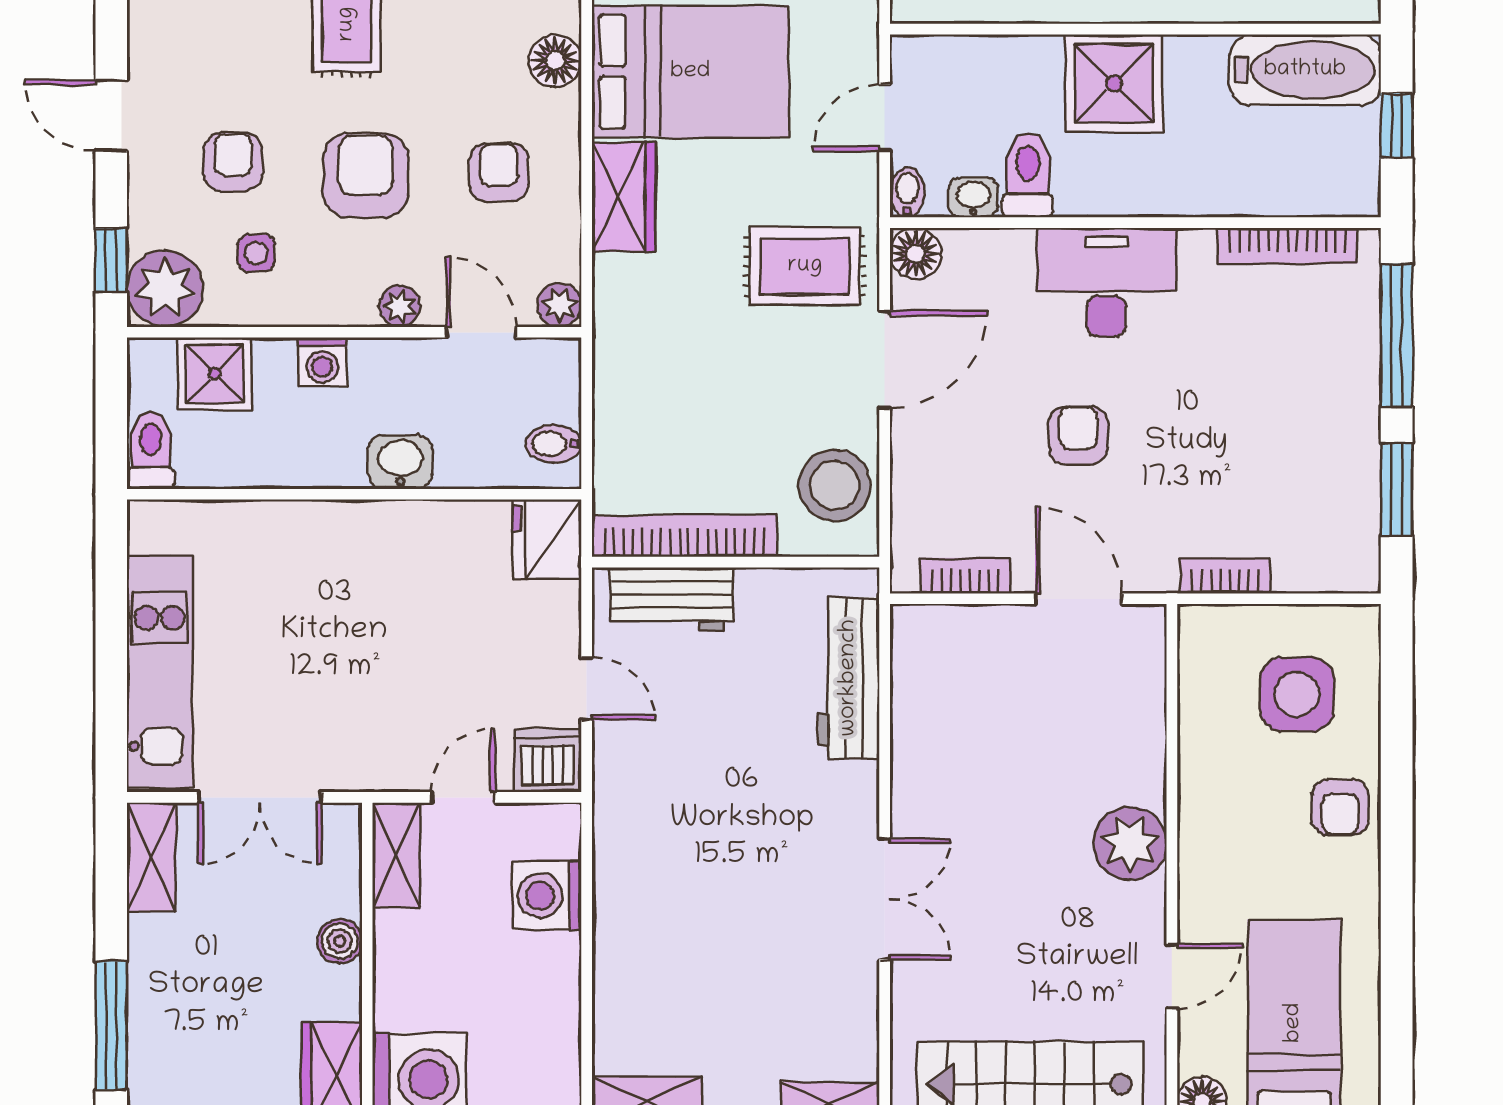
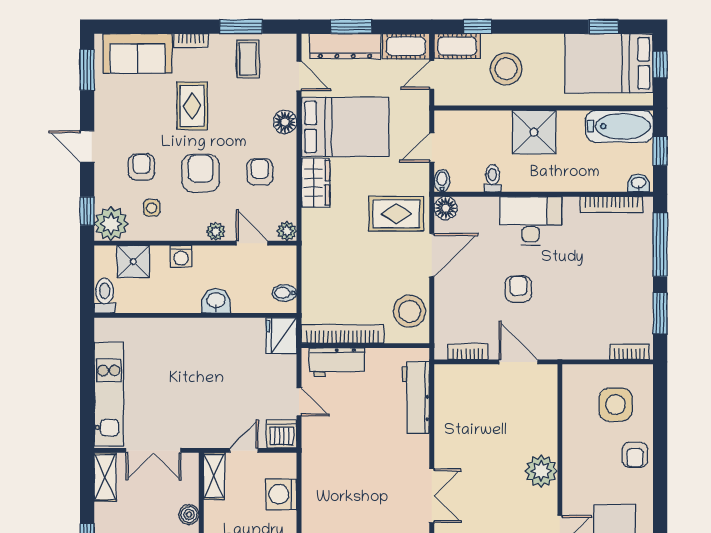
toilet: (1028, 175) -> (493, 178), width x0.73, depth x0.72
washbasin: (973, 197) -> (639, 183), moved
bookcase: (1225, 576) -> (629, 352), moved

